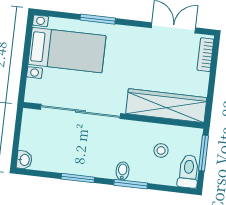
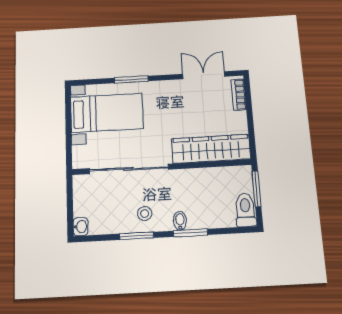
stool: (161, 150) -> (145, 214), moved

